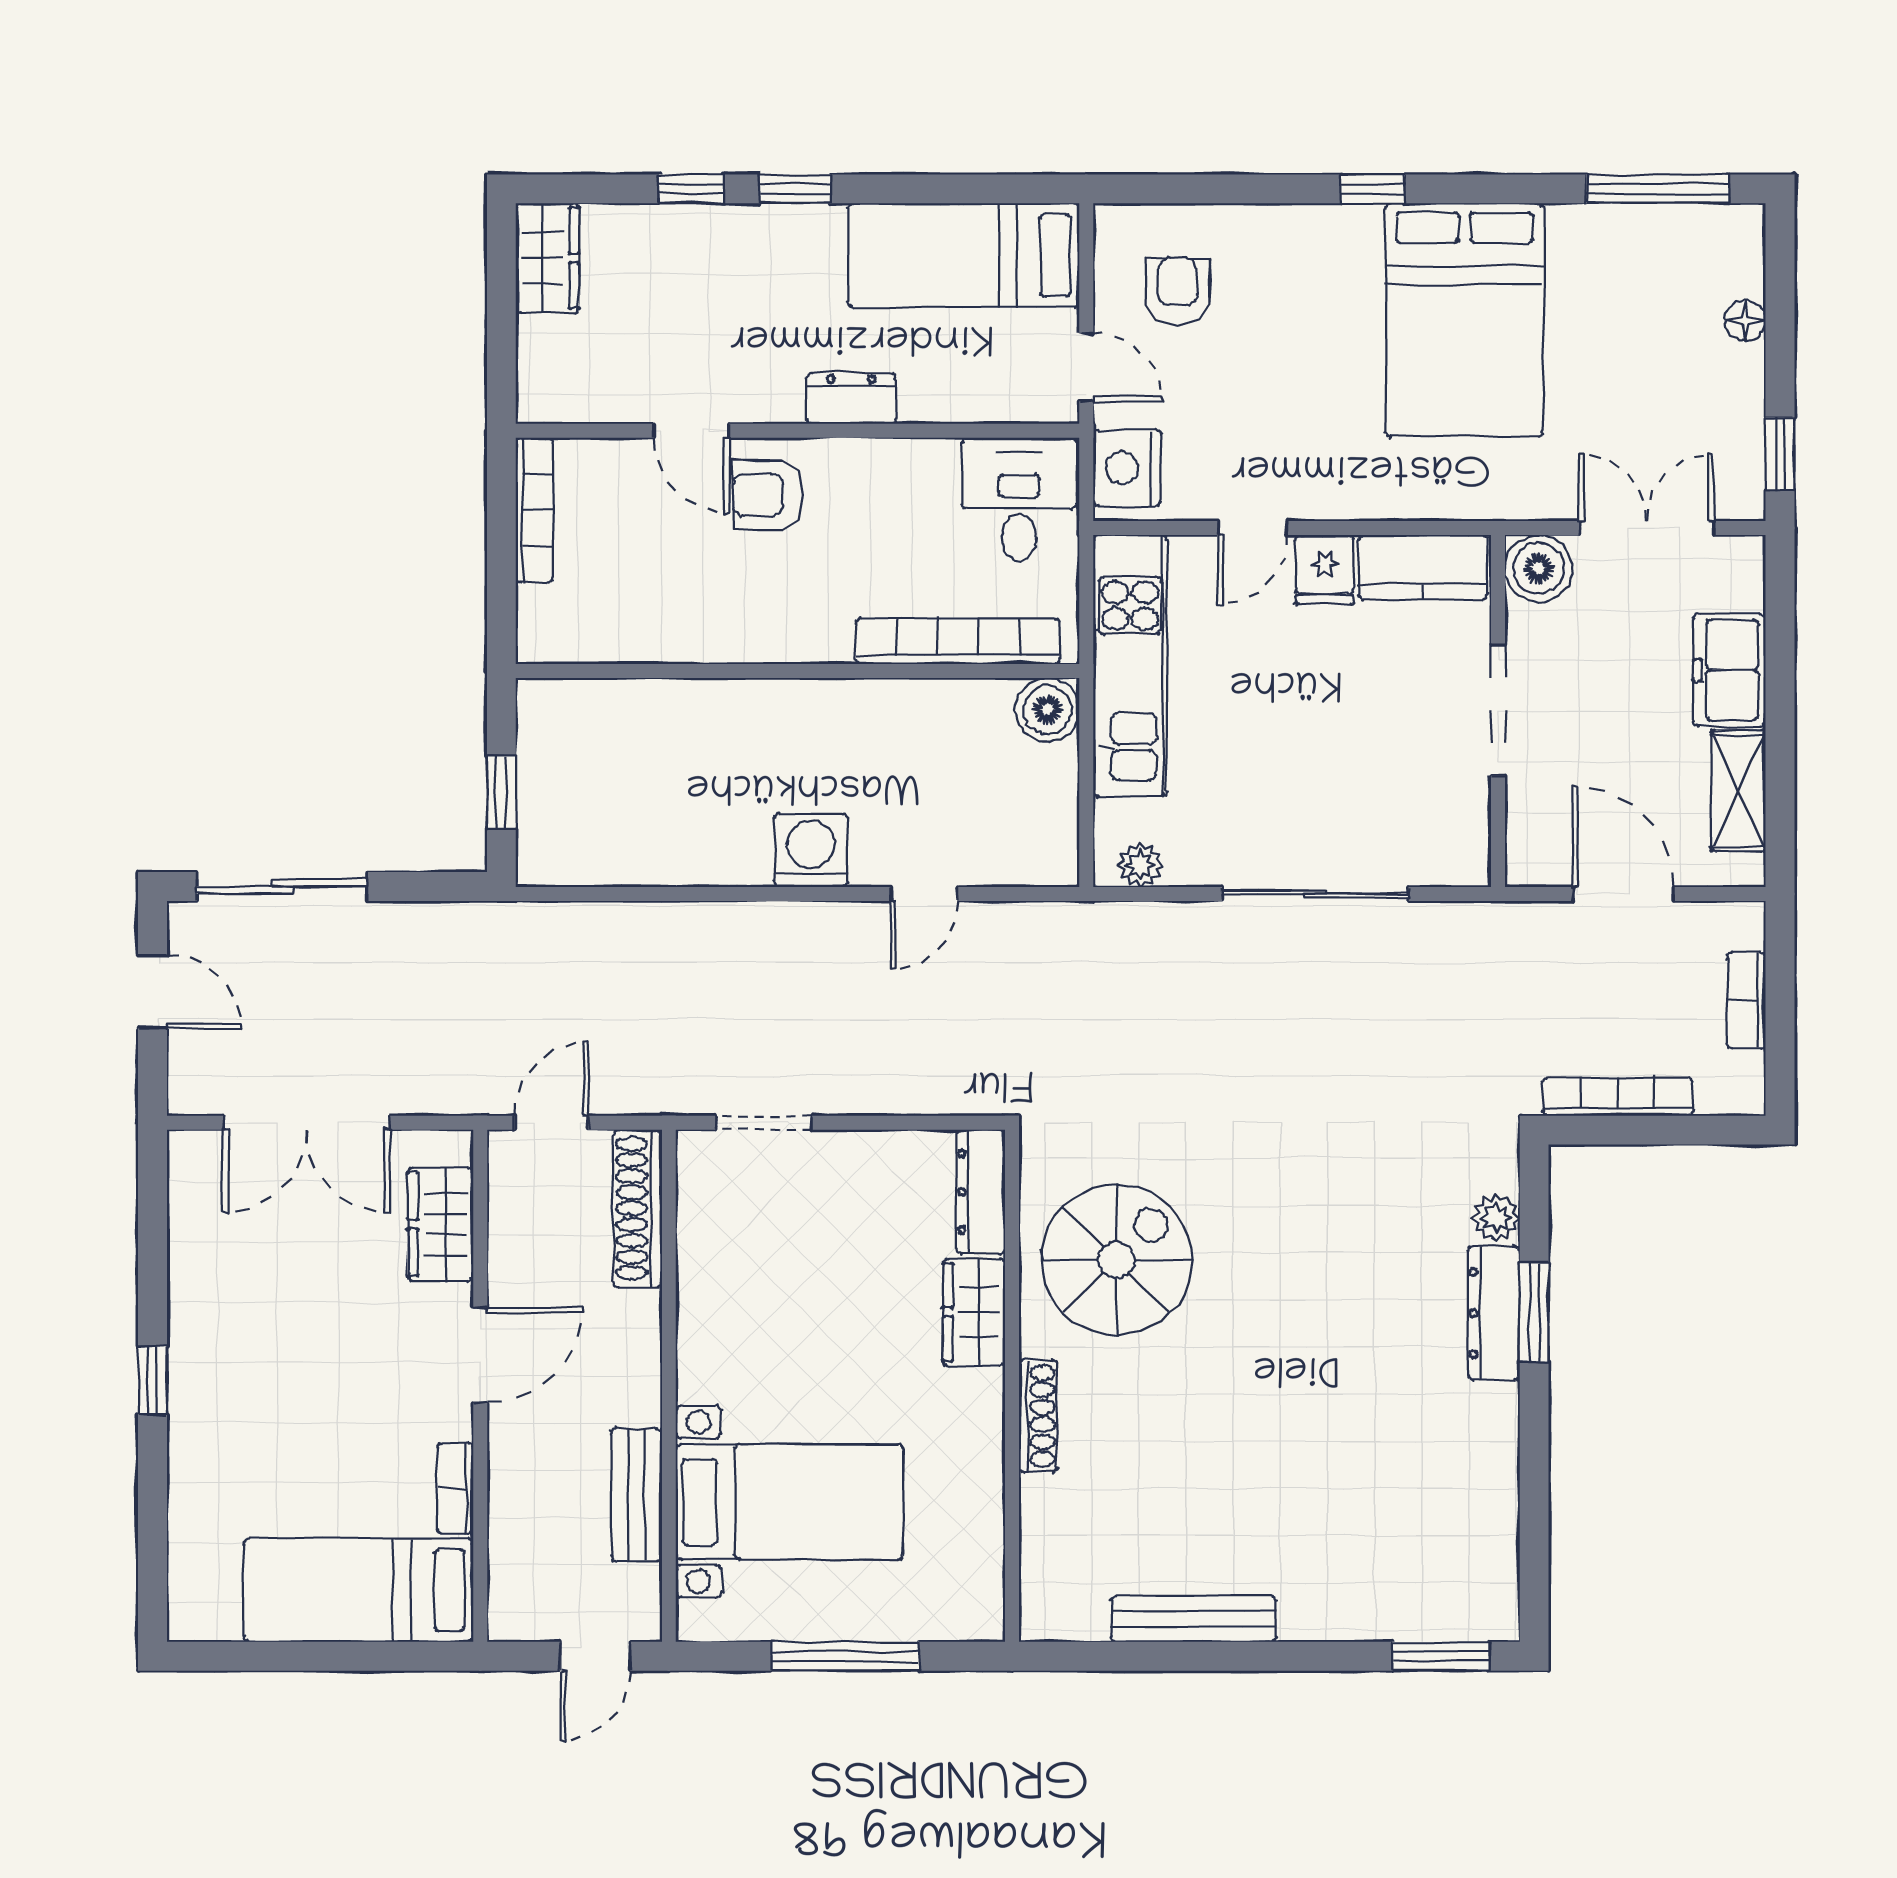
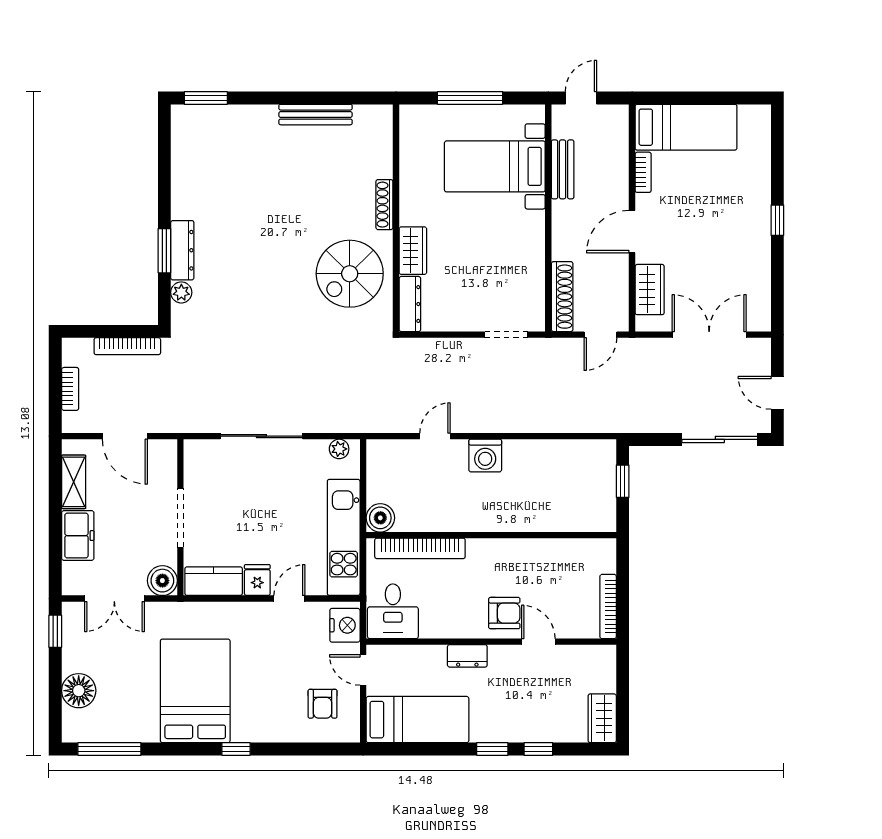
floor lamp: (1745, 320) -> (79, 691), width x1.89, depth x1.89

